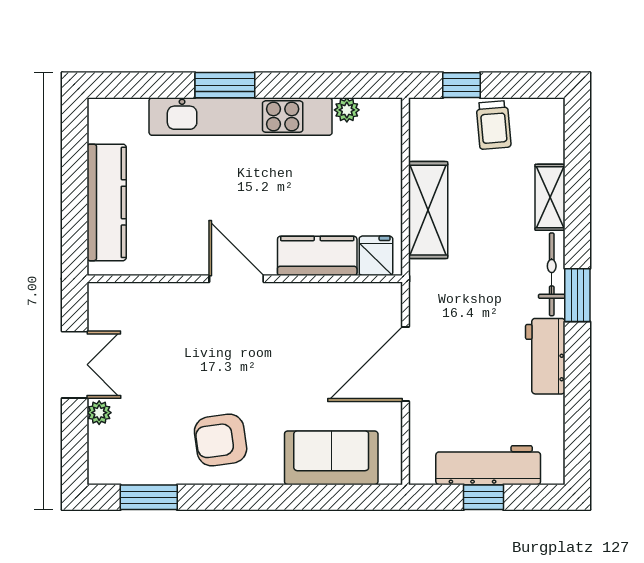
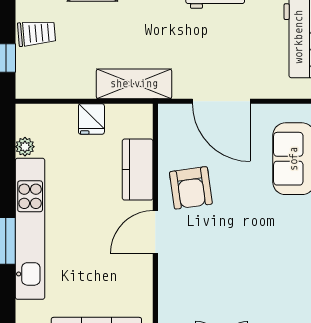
shelving: (428, 210) -> (134, 84), moved
fridge: (376, 256) -> (91, 119), moved, turned -90
armchair: (221, 440) -> (191, 188), moved

